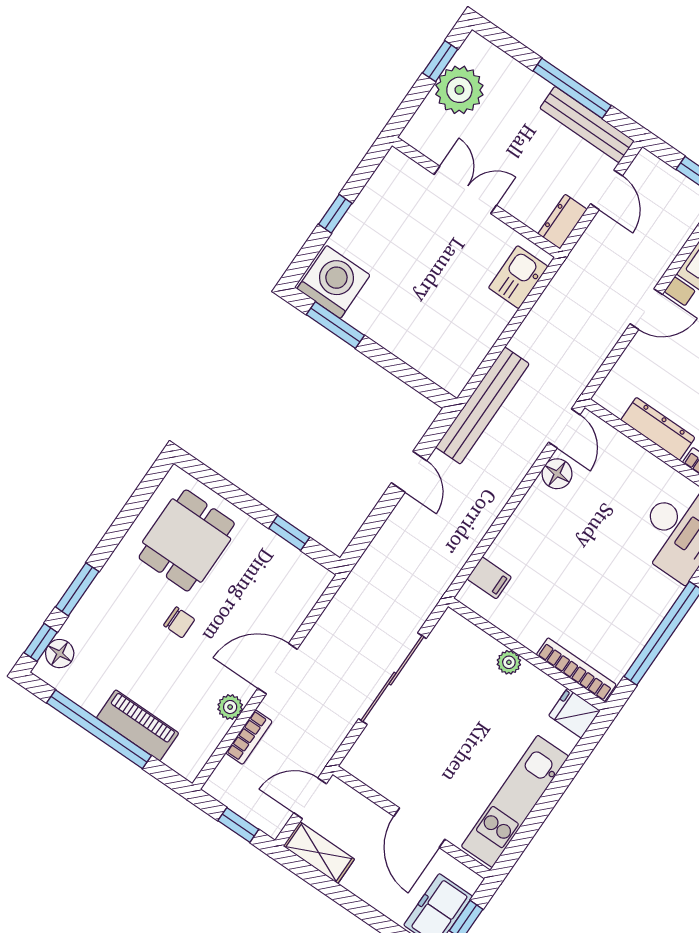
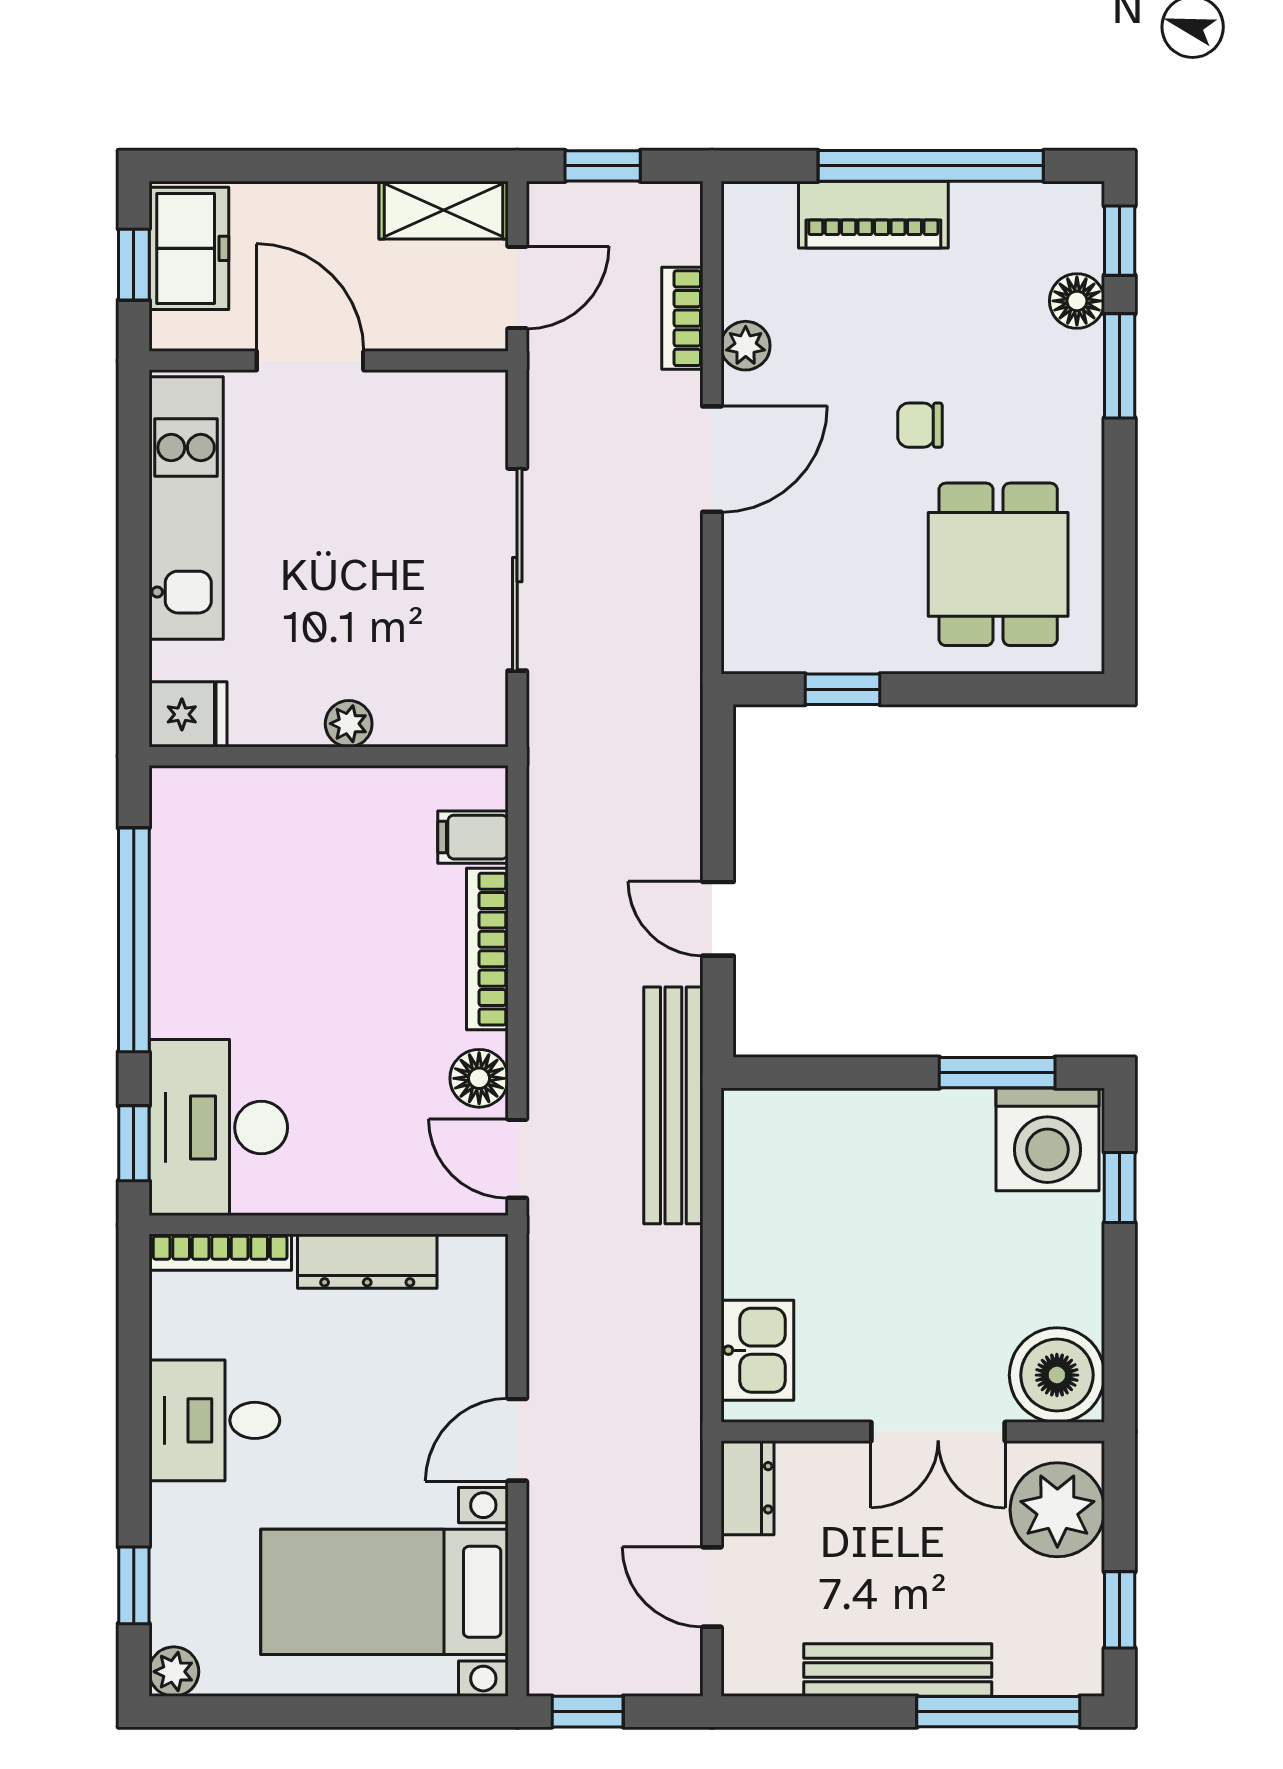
window: (572, 88) -> (998, 1712), moved
plant: (459, 90) -> (1057, 1510), moved
bench: (587, 125) -> (898, 1670), moved
boiler: (398, 179) -> (1057, 1375), added
window: (335, 214) -> (1120, 1187), moved
floor lamp: (60, 654) -> (1077, 301), moved
bookcase: (576, 670) -> (487, 949), moved, turned 90

